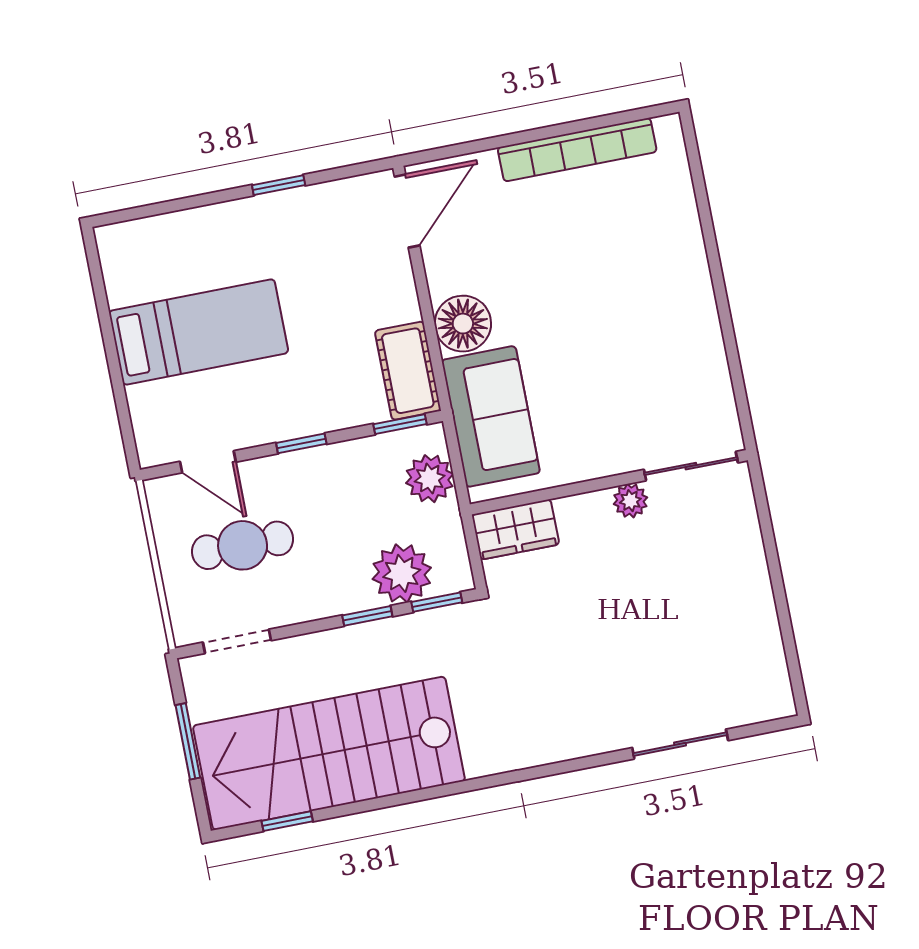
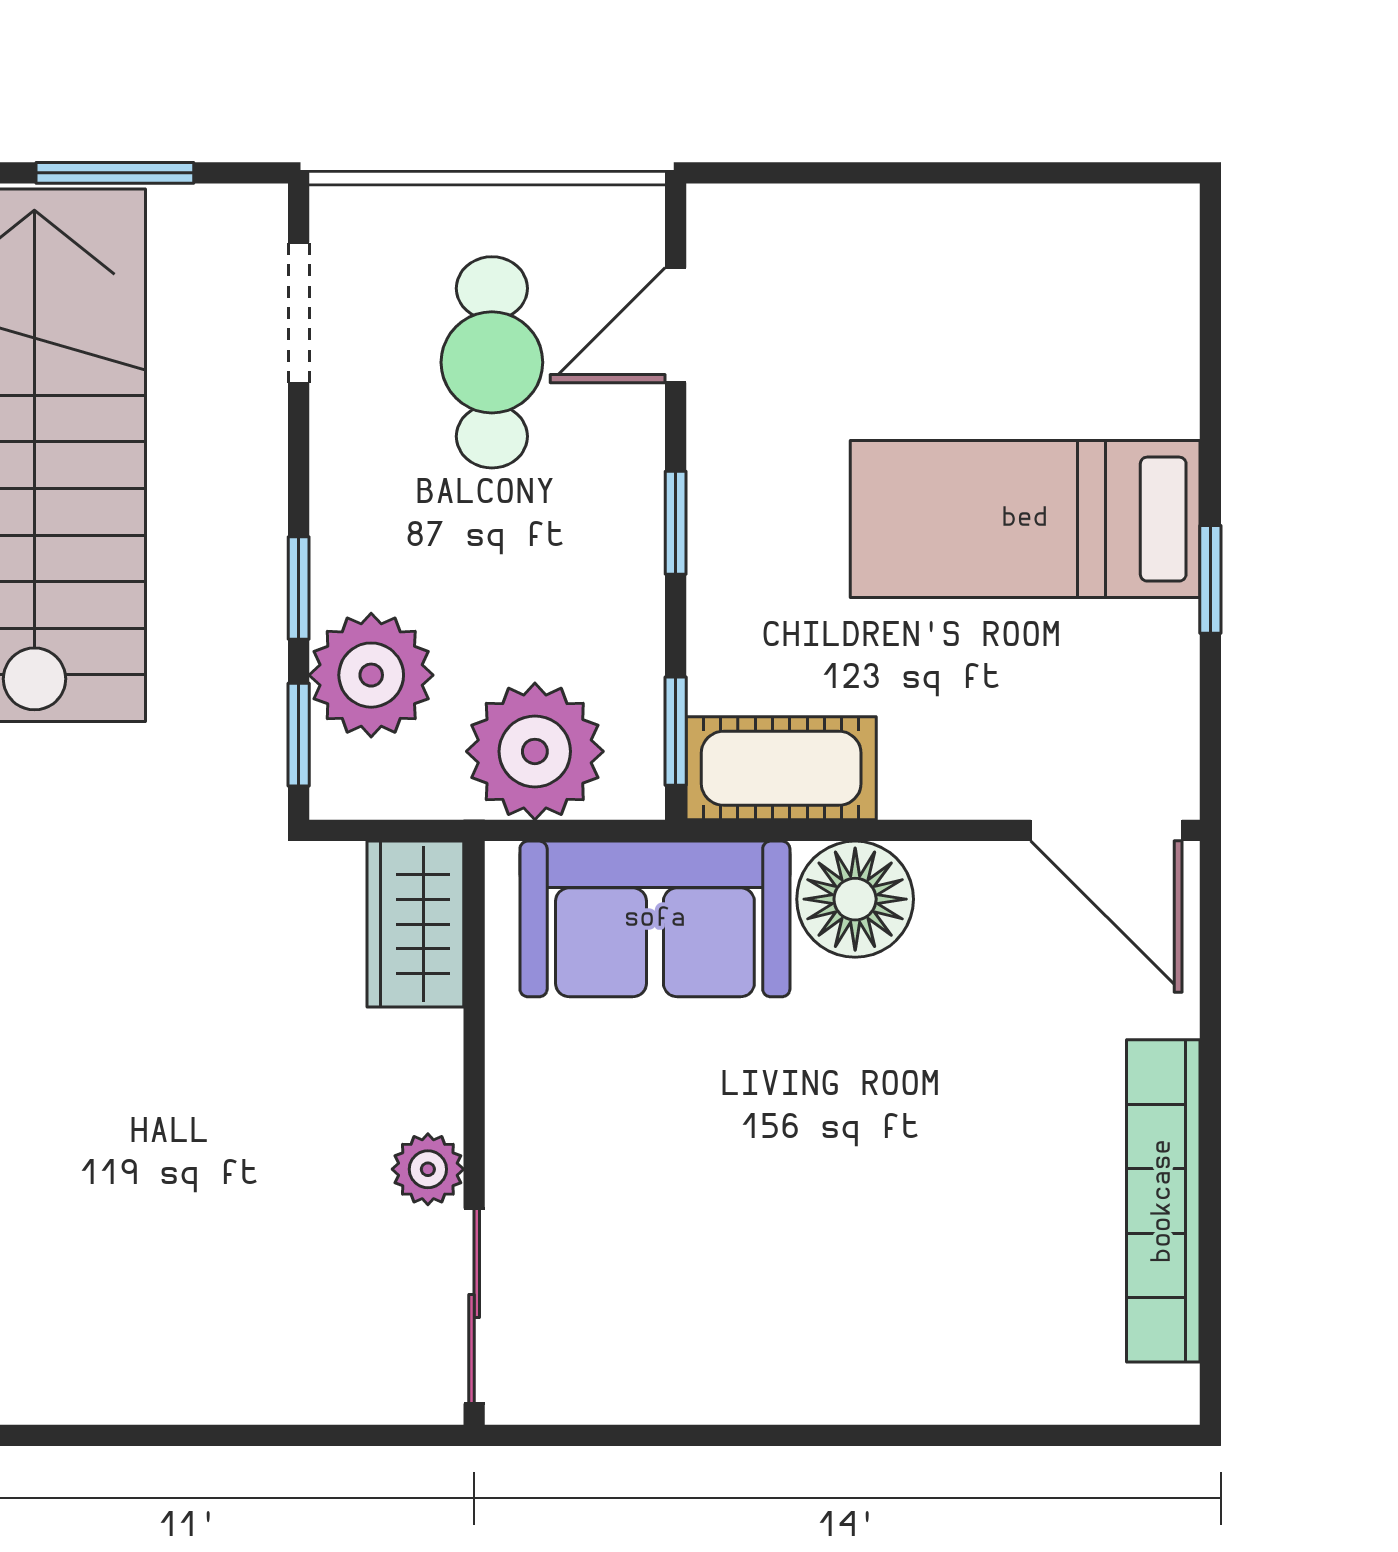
bed: (199, 332) -> (1025, 519), moved, turned 90
plant: (430, 479) -> (535, 751), width x1.36, depth x1.36

